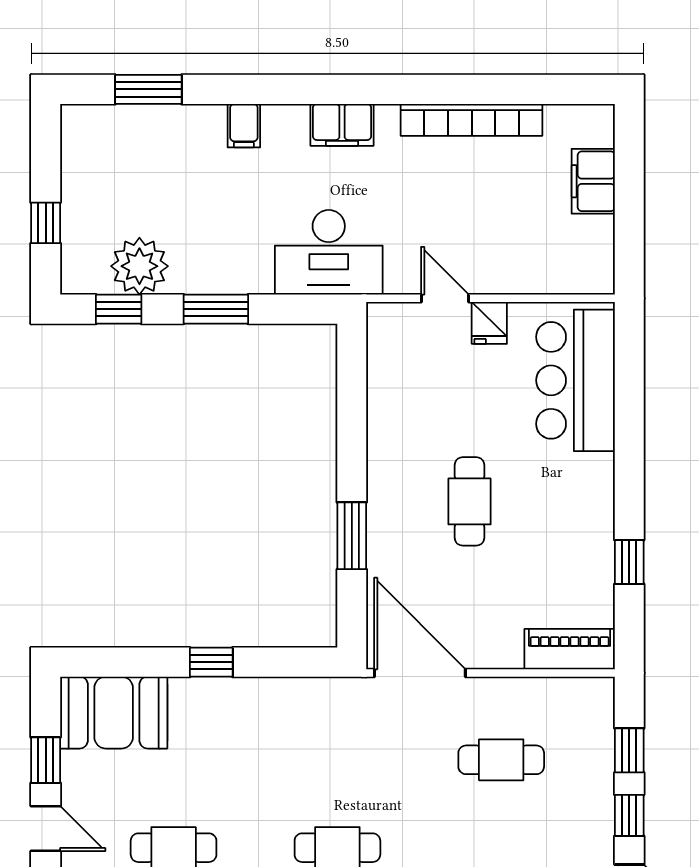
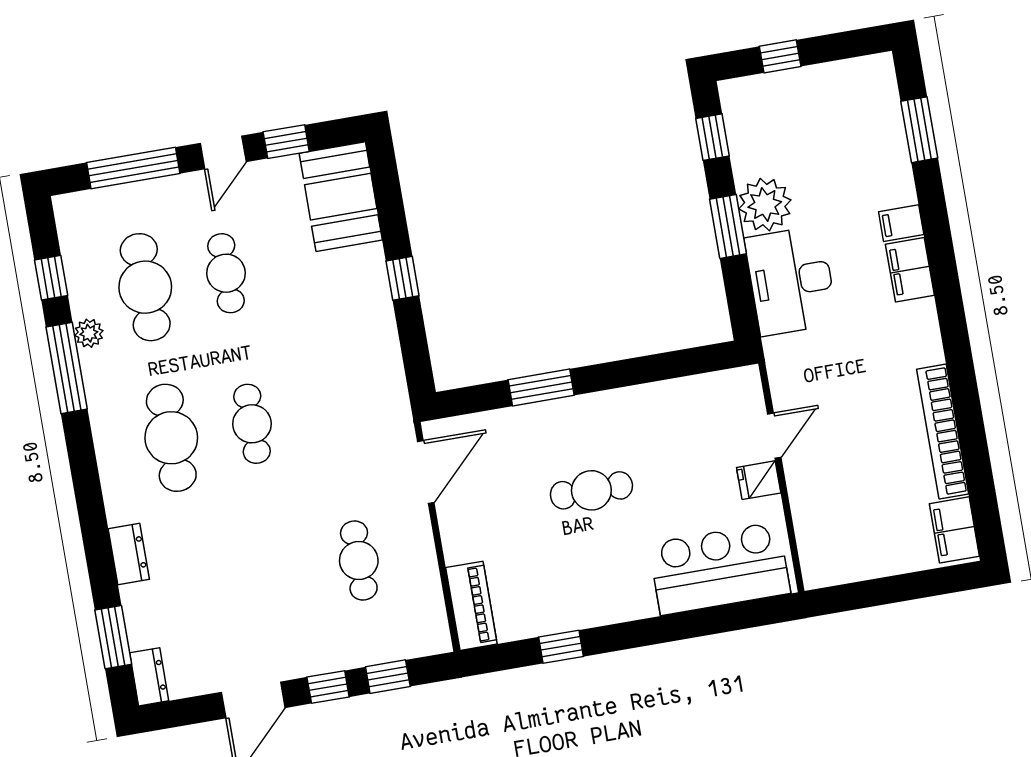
filing cabinet: (342, 125) -> (910, 270), moved
filing cabinet: (593, 181) -> (954, 530), moved, turned -90
desk: (329, 252) -> (791, 281), moved
plant: (139, 266) -> (765, 205), moved
door: (420, 673) -> (426, 472), width x0.73

